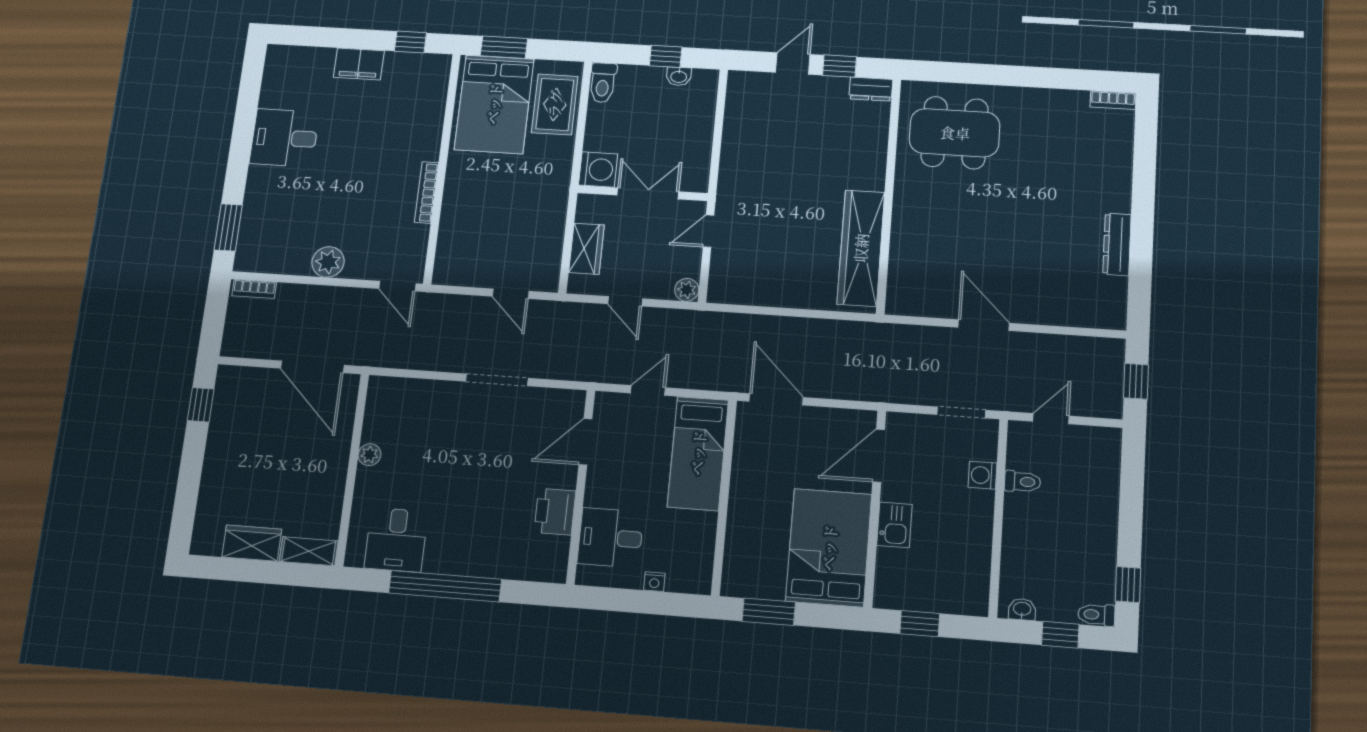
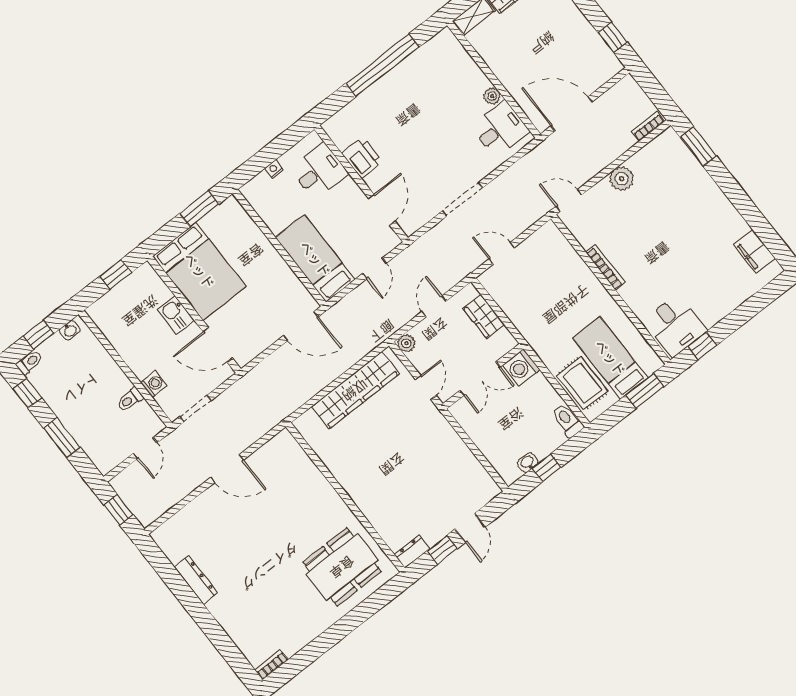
filing cabinet: (359, 64) -> (754, 252), moved, turned -90
bed: (494, 104) -> (610, 358), width x0.67
desk: (284, 138) -> (675, 325), moved, turned 90
wardrobe: (861, 248) -> (355, 390), moved, turned 90
door: (625, 301) -> (434, 306), hinge flipped
door: (879, 456) -> (218, 345), swing flipped
window: (1131, 506) -> (62, 437), added
desk: (396, 540) -> (500, 129), moved, turned 90

